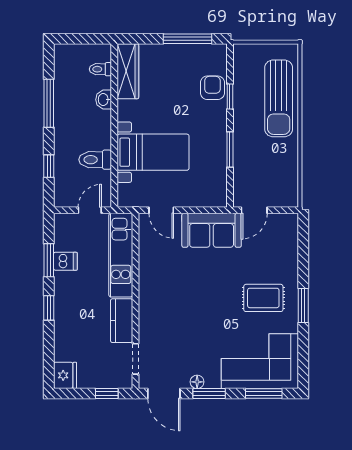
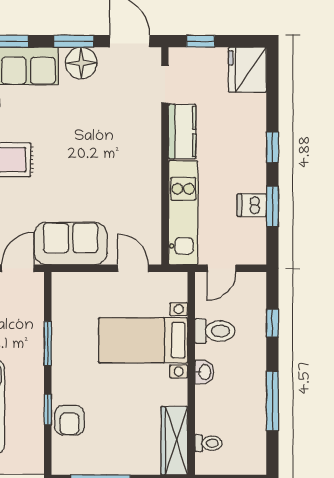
washbasin: (104, 100) -> (204, 372), moved
fridge: (65, 375) -> (247, 70), width x1.36, depth x1.34
floor lamp: (197, 382) -> (81, 63), width x1.89, depth x1.89

